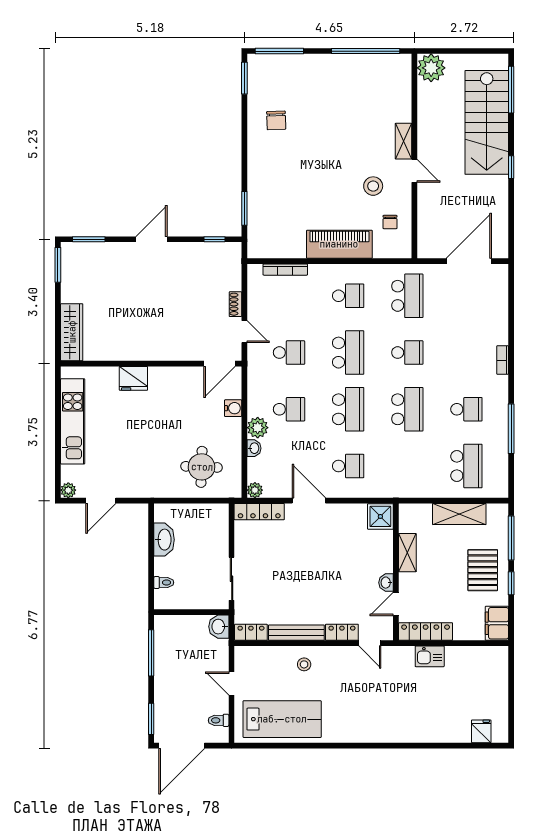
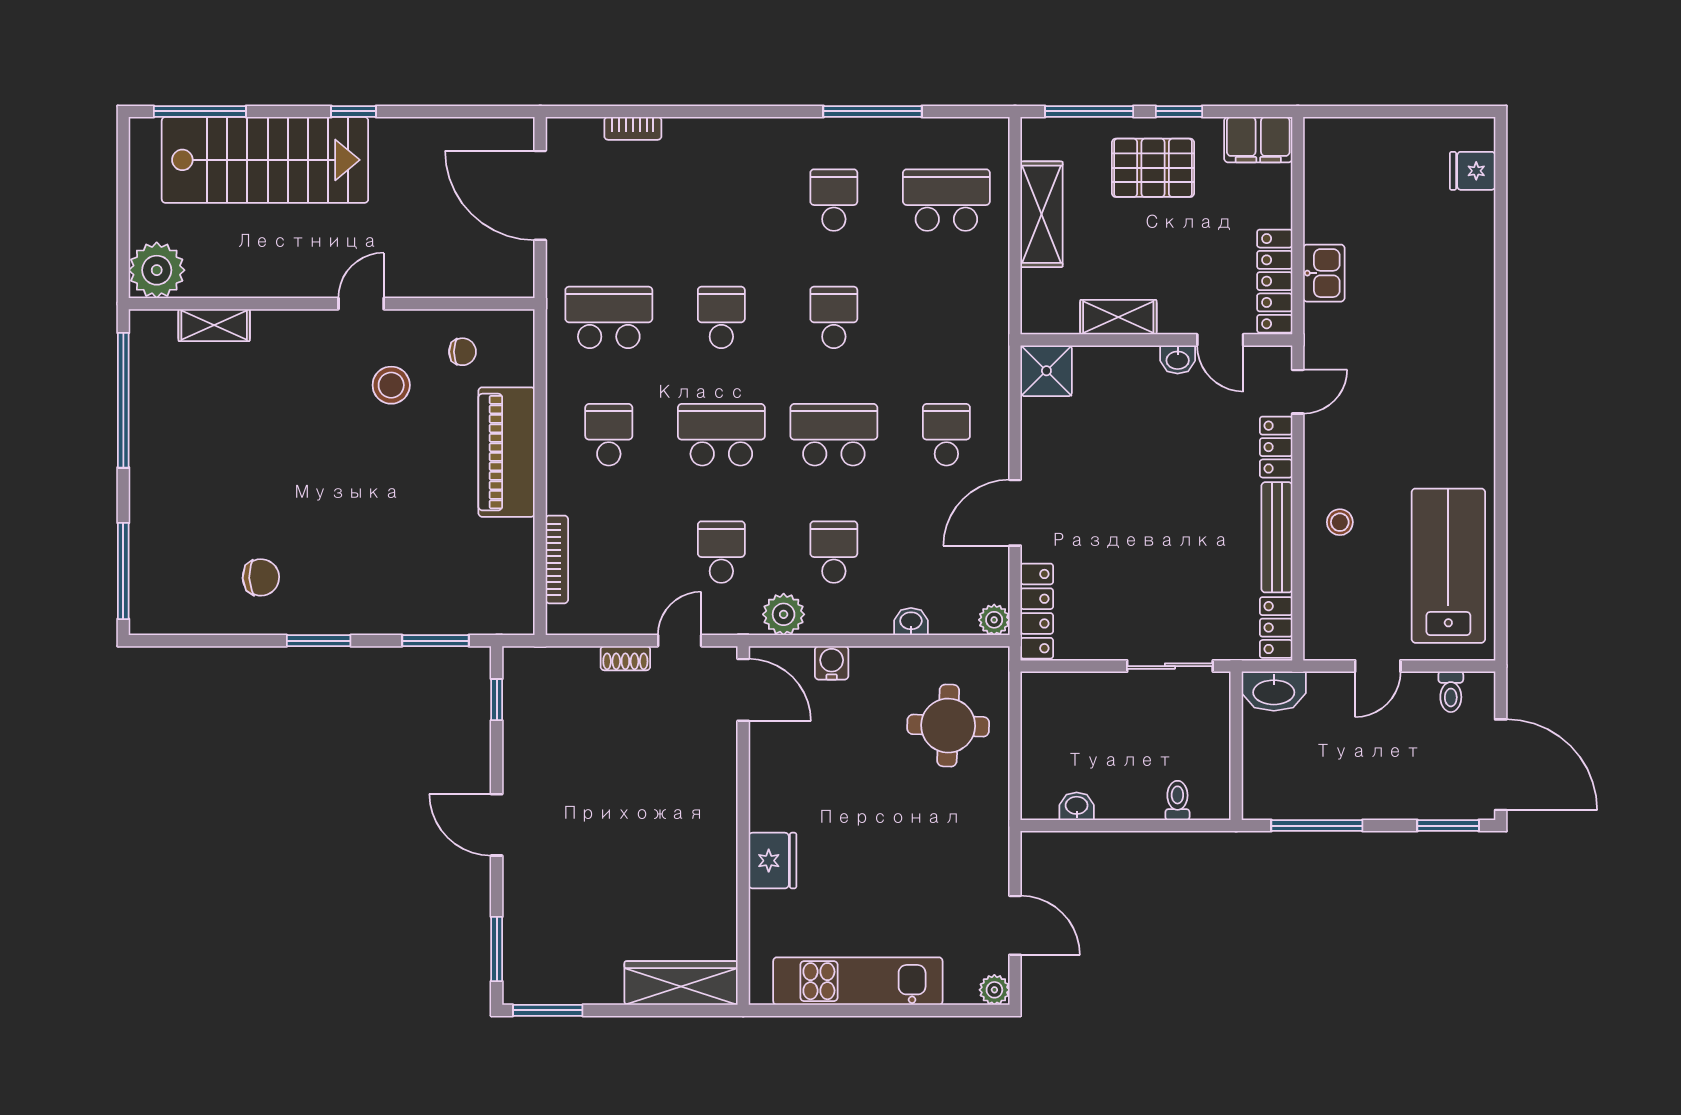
window: (244, 78) -> (319, 641), moved
shelving: (403, 141) -> (214, 325), moved
bookcase: (503, 360) -> (633, 128), moved
school desk: (407, 409) -> (834, 317), width x0.54
plant: (258, 428) -> (784, 614), moved
washbasin: (164, 540) -> (1077, 806), width x0.52, depth x0.69
washbasin: (219, 627) -> (1274, 691), width x1.38

